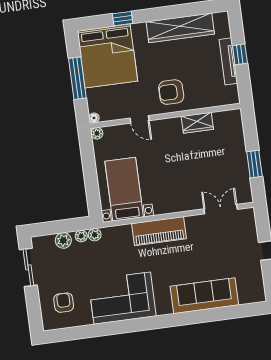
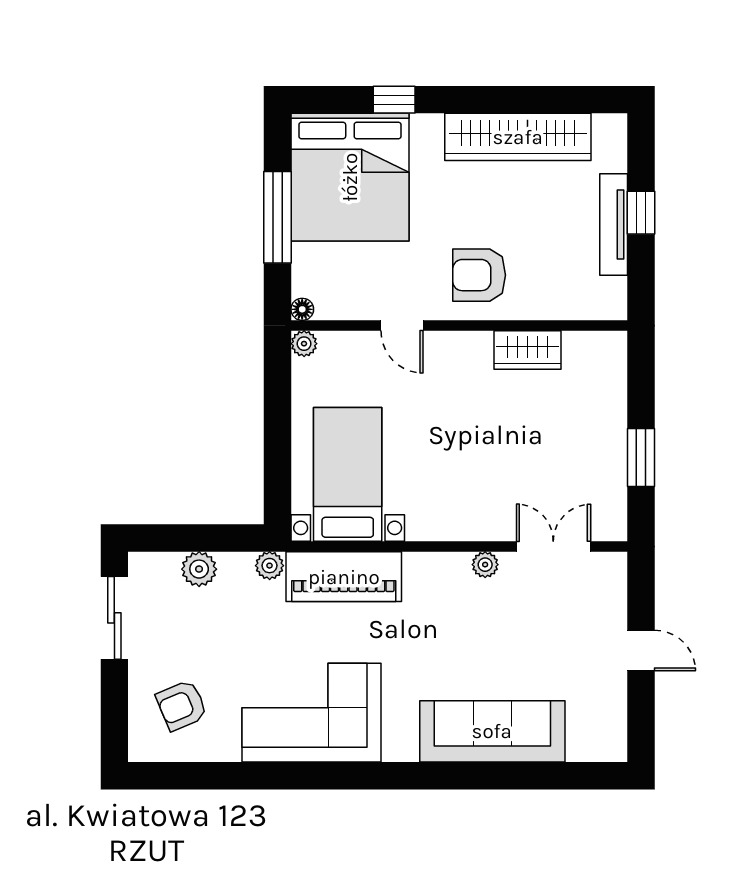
piano: (159, 231) -> (344, 577), moved
plant: (81, 236) -> (485, 565), moved
armchair: (64, 303) -> (182, 705), turned -113

